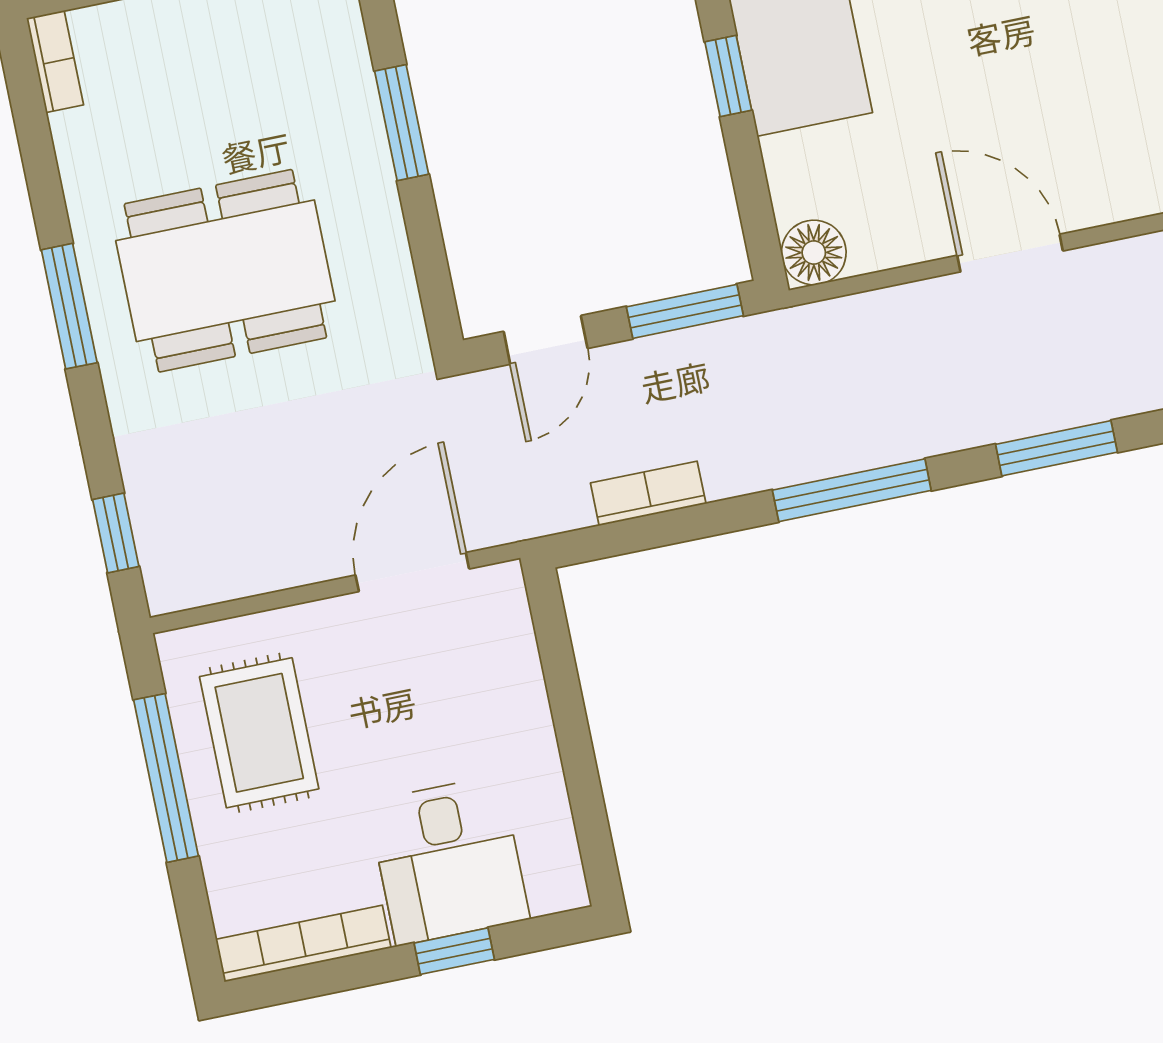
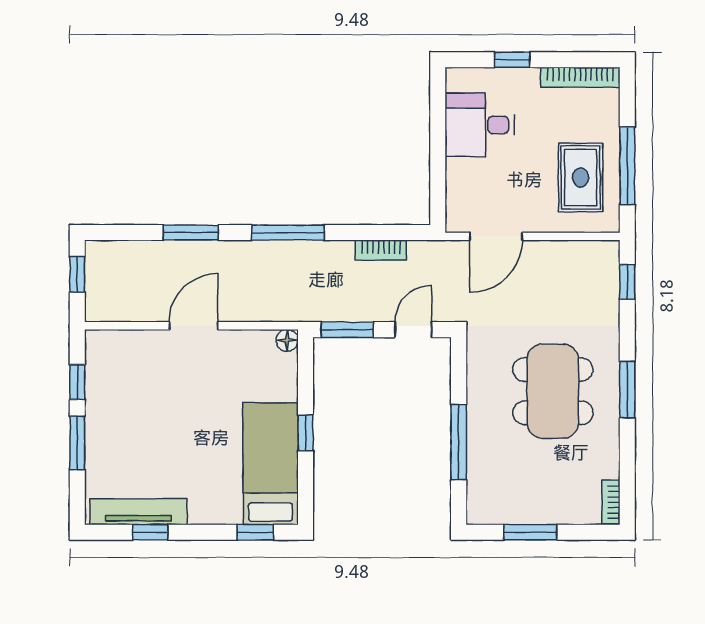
window: (402, 123) -> (459, 442), width x1.44
floor lamp: (814, 252) -> (287, 340), width x0.73, depth x0.73
door: (1010, 253) -> (194, 326), swing flipped
dining table: (225, 271) -> (553, 391), turned 90
desk: (448, 860) -> (480, 125), moved, turned -90

